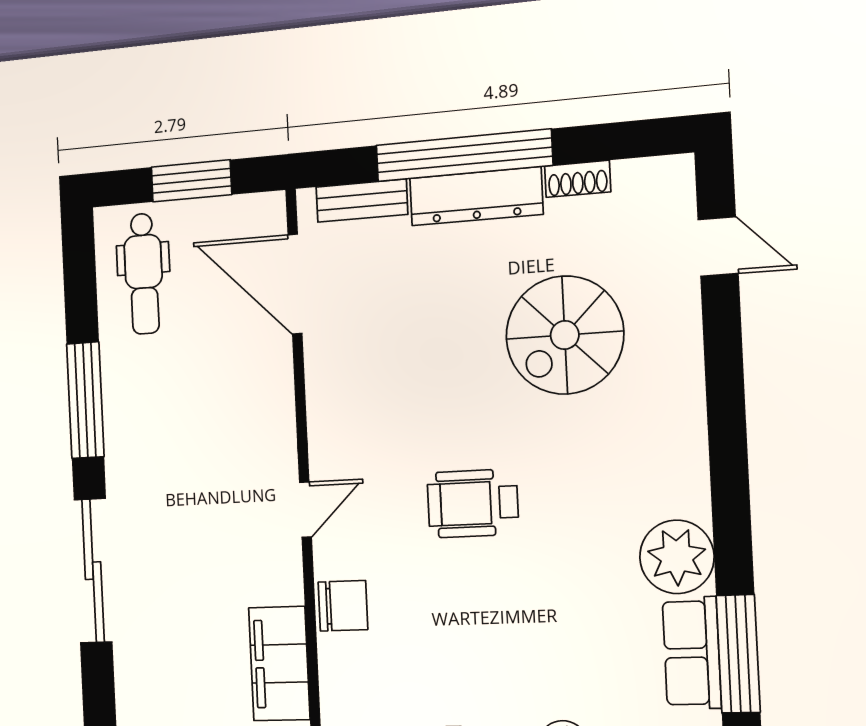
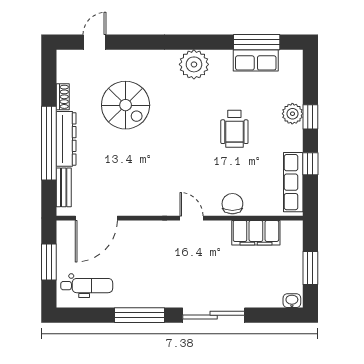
wheelchair: (473, 503) -> (234, 129), moved
plant: (677, 557) -> (194, 64), moved

